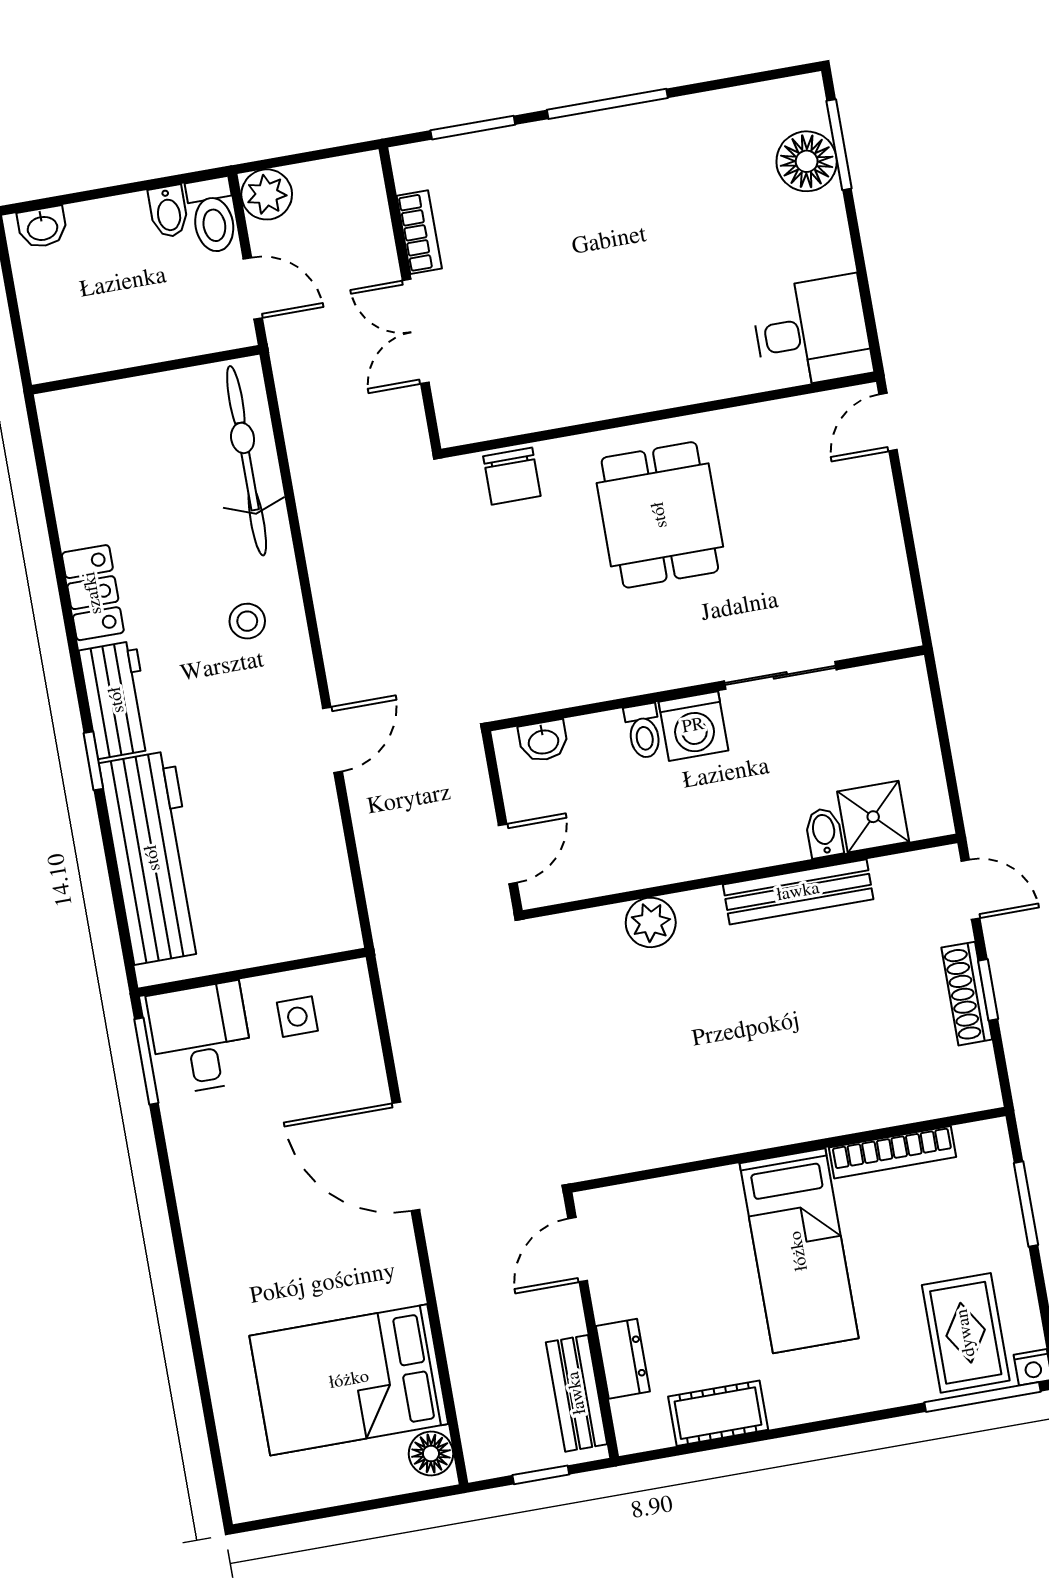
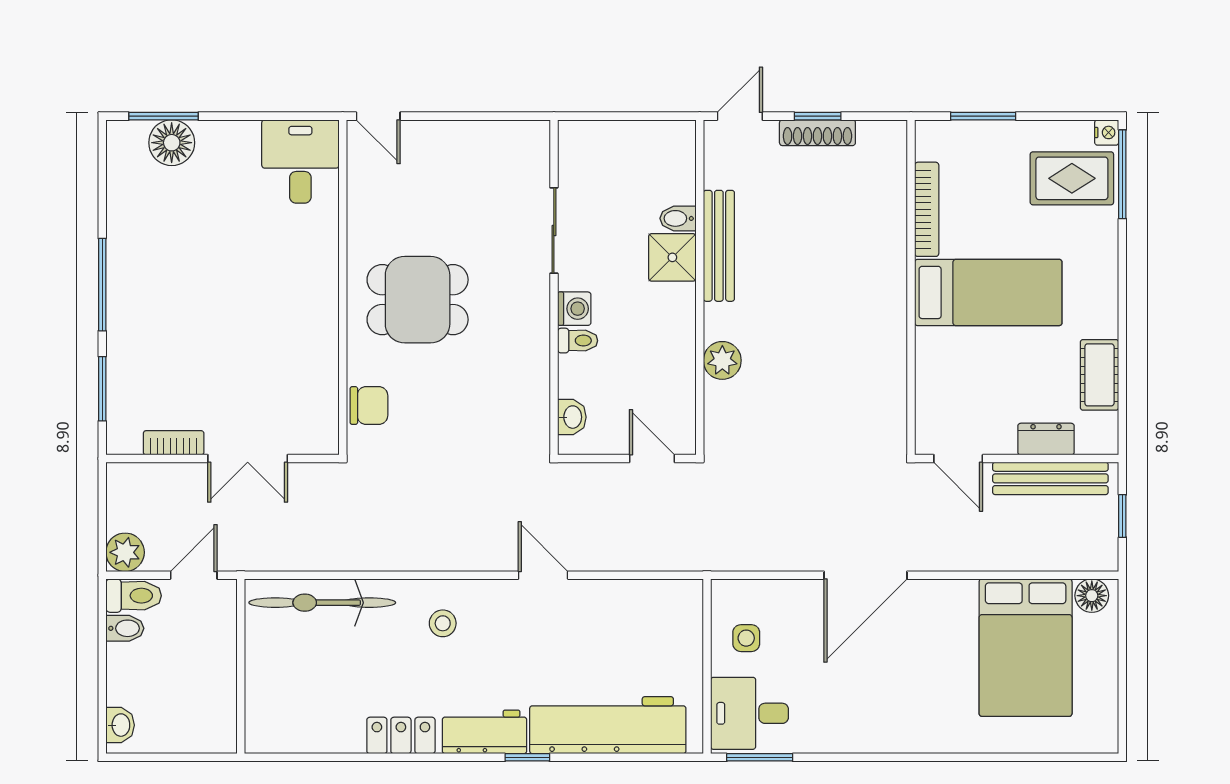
washing machine: (693, 726) -> (574, 309), width x0.73, depth x0.73
shower: (873, 817) -> (672, 257), moved
bench: (577, 1393) -> (1050, 478), width x1.36

